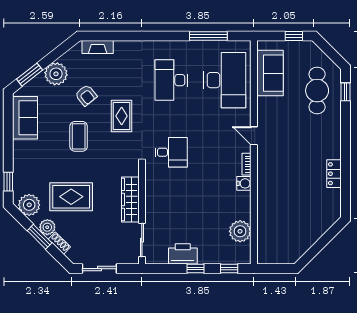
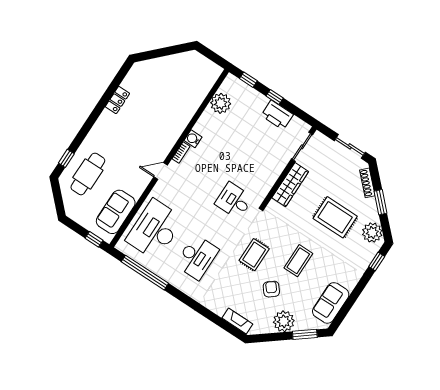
window: (208, 36) -> (145, 273), width x1.46
window: (294, 36) -> (94, 239), moved
door: (254, 136) -> (161, 171), swing flipped
plant: (47, 227) -> (369, 206), removed
shoe rack: (59, 243) -> (367, 183), width x1.43

